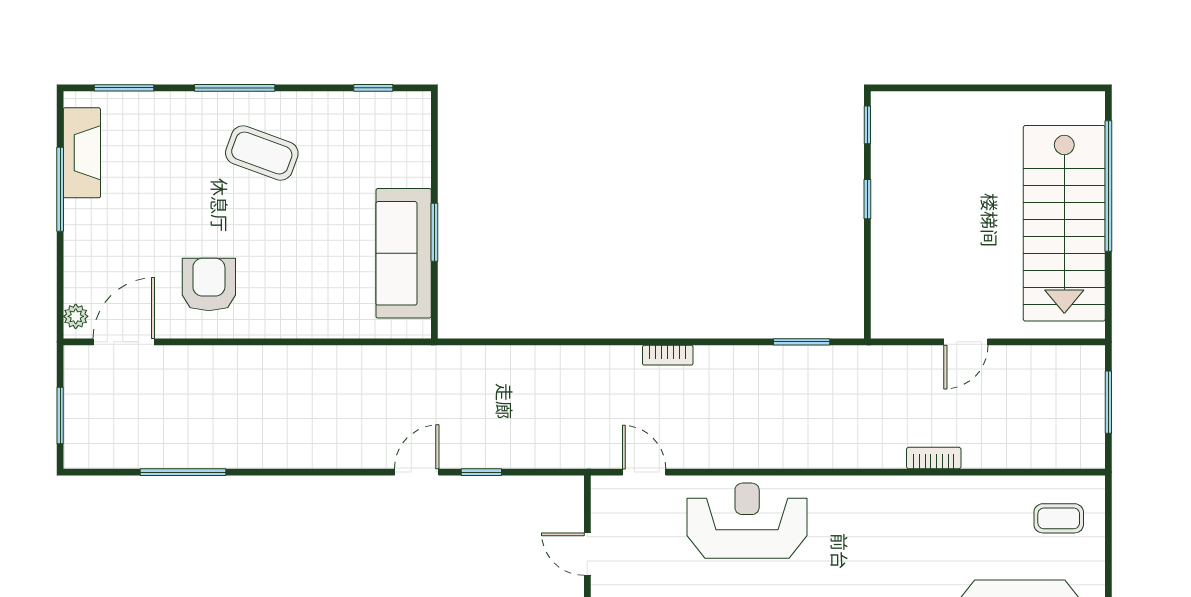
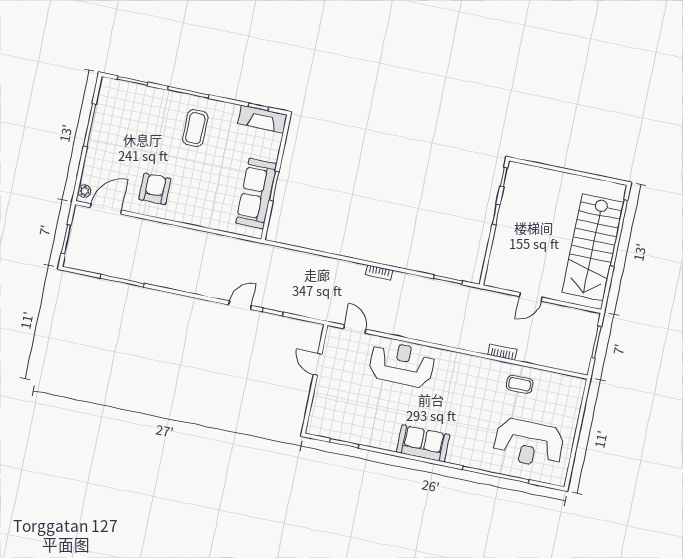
fireplace: (82, 153) -> (262, 119), moved, turned 90
coffee table: (262, 153) -> (195, 128), turned 70
coffee table: (1059, 518) -> (520, 384), moved

